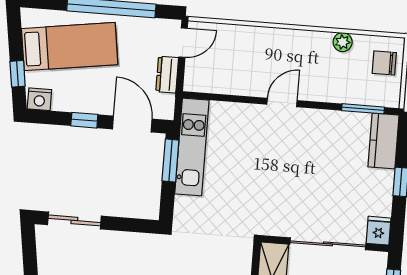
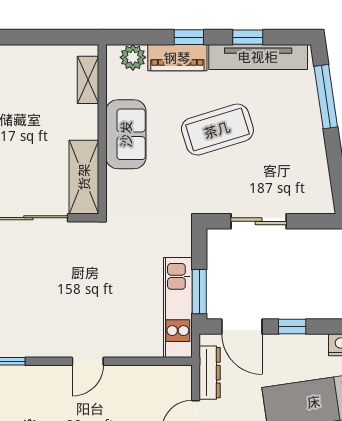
dresser: (167, 75) -> (210, 373), width x1.44
sliding door: (74, 220) -> (259, 221), moved

